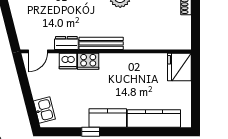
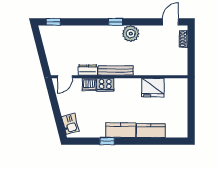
fridge: (179, 67) -> (153, 88), moved, turned -90
kitchen counter: (154, 118) -> (151, 131), width x0.67

